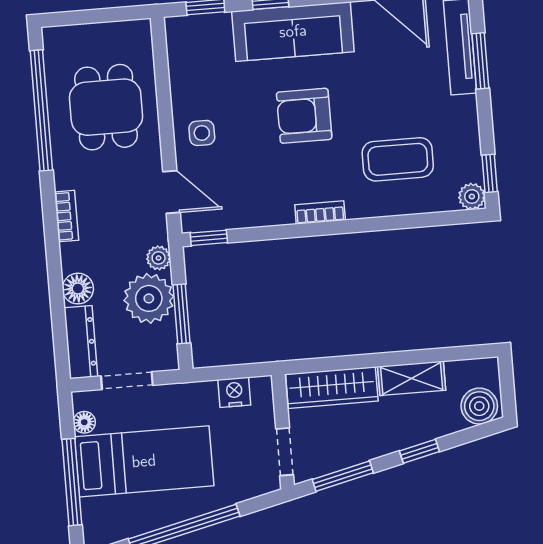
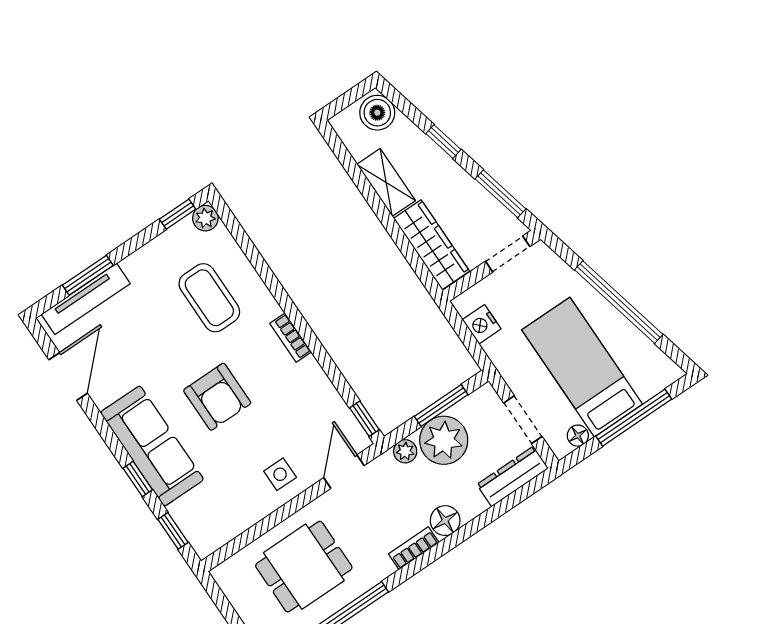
floor lamp: (78, 289) -> (445, 521), moved

